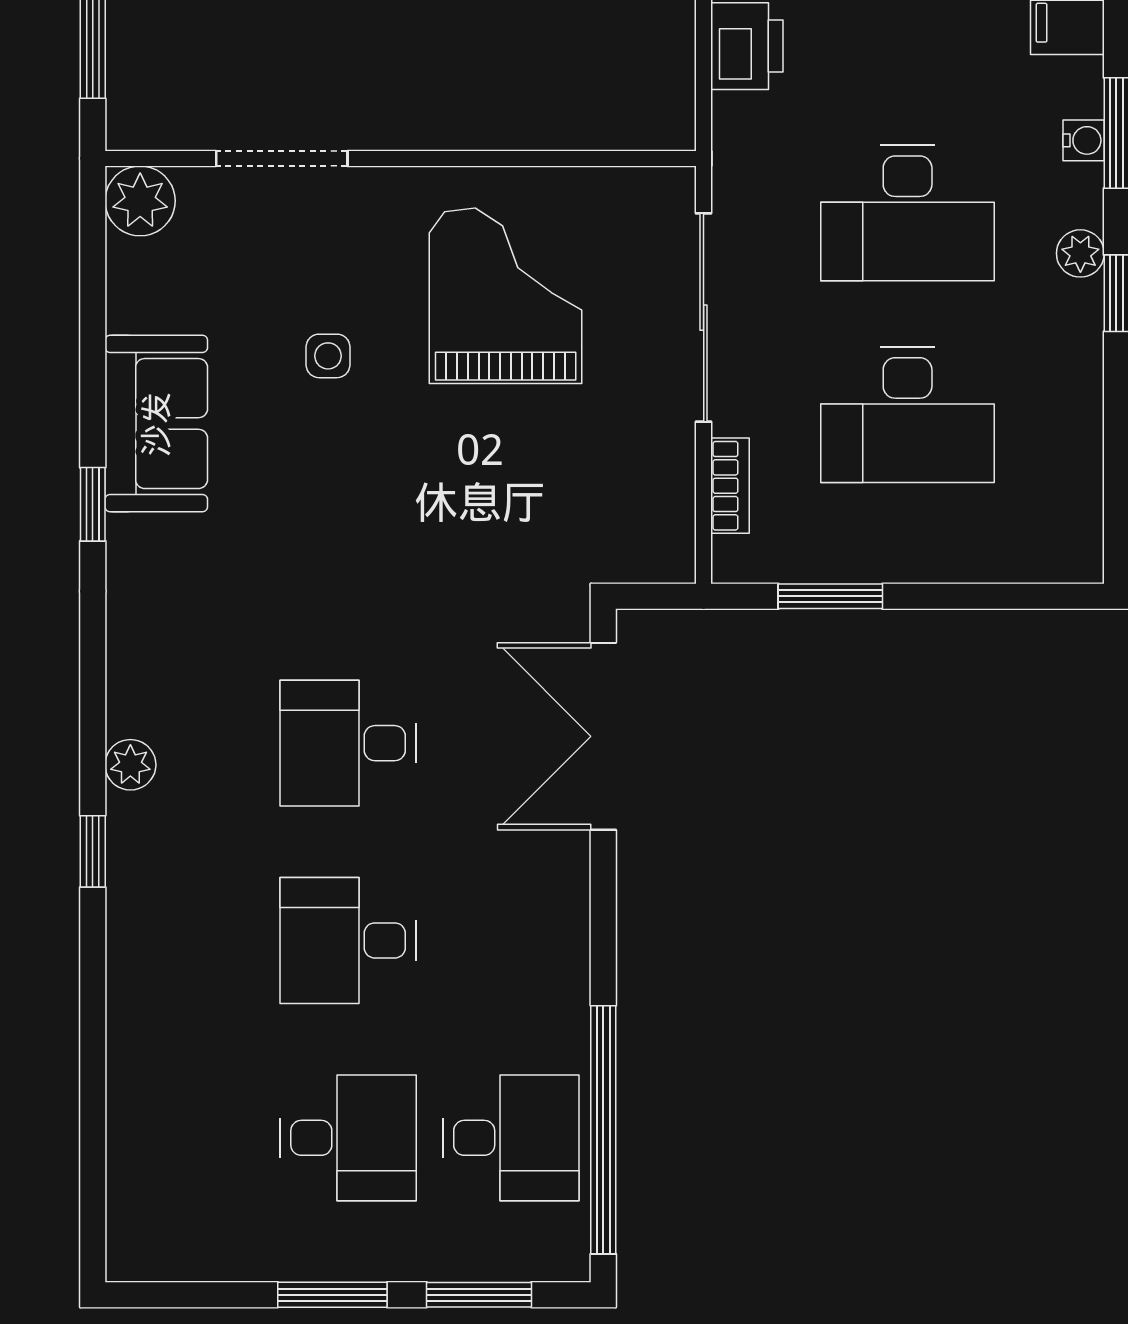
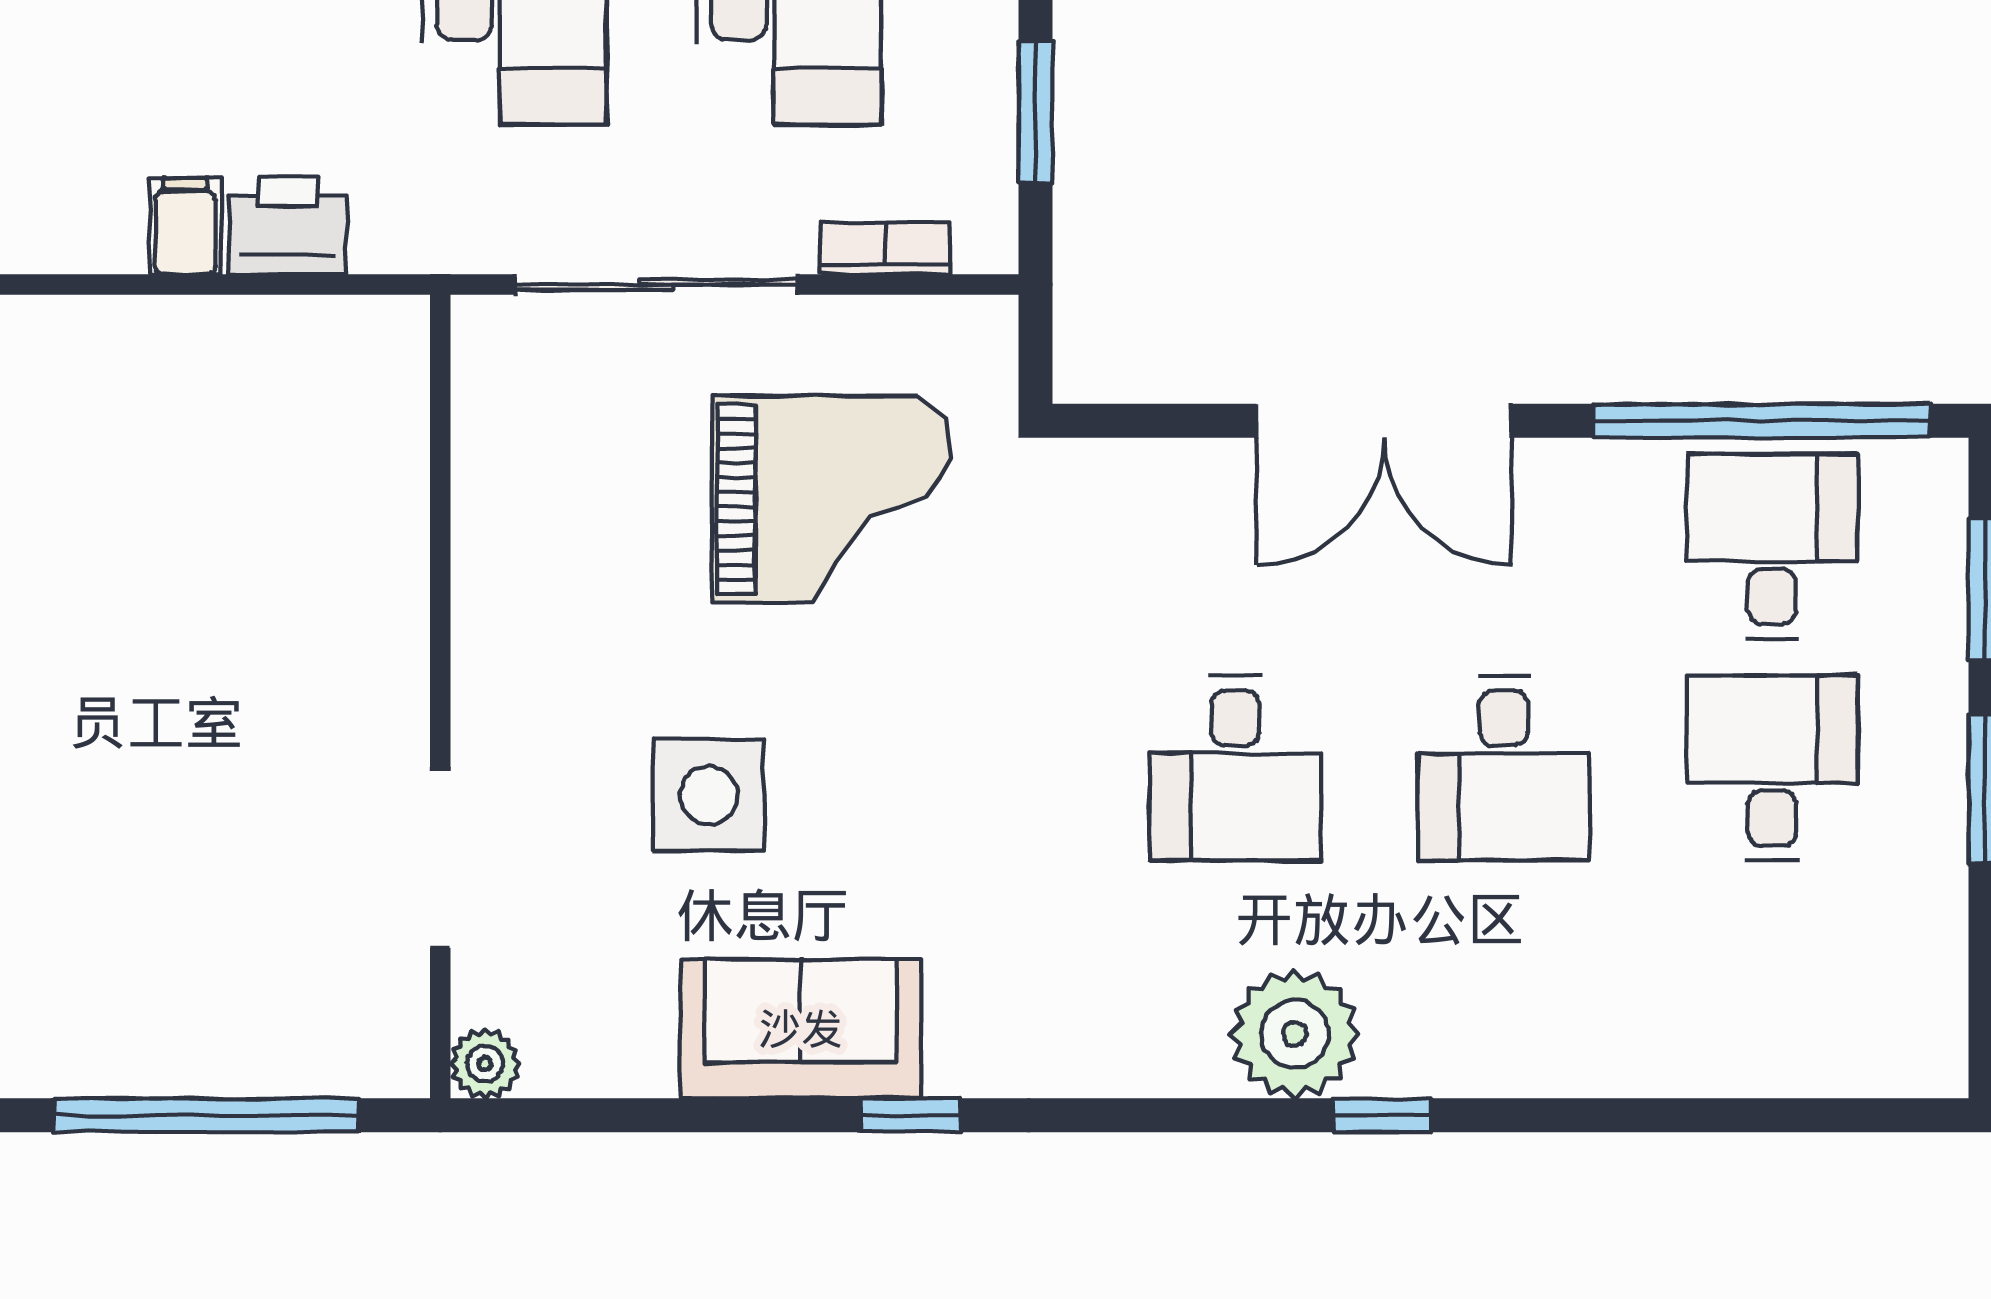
plant: (140, 201) -> (485, 1064), width x0.73, depth x0.73
grand piano: (506, 296) -> (832, 499), moved, turned 180
side table: (328, 356) -> (709, 795), width x1.87, depth x1.87
double door: (603, 736) -> (1384, 421), moved
plant: (130, 765) -> (1295, 1034), width x1.87, depth x1.87

